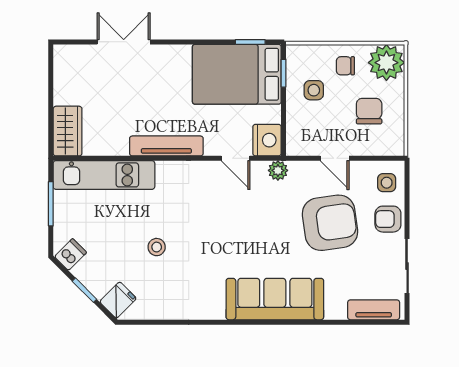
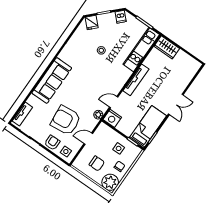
double door: (124, 42) -> (176, 104), moved
bed: (237, 74) -> (148, 127), width x0.67
armchair: (330, 223) -> (66, 120), turned 92

